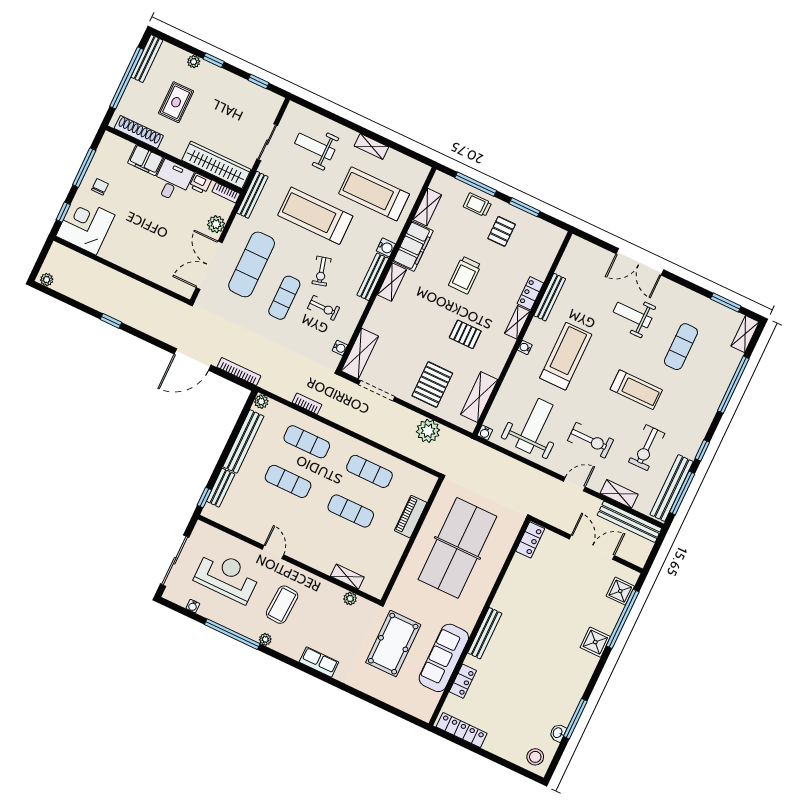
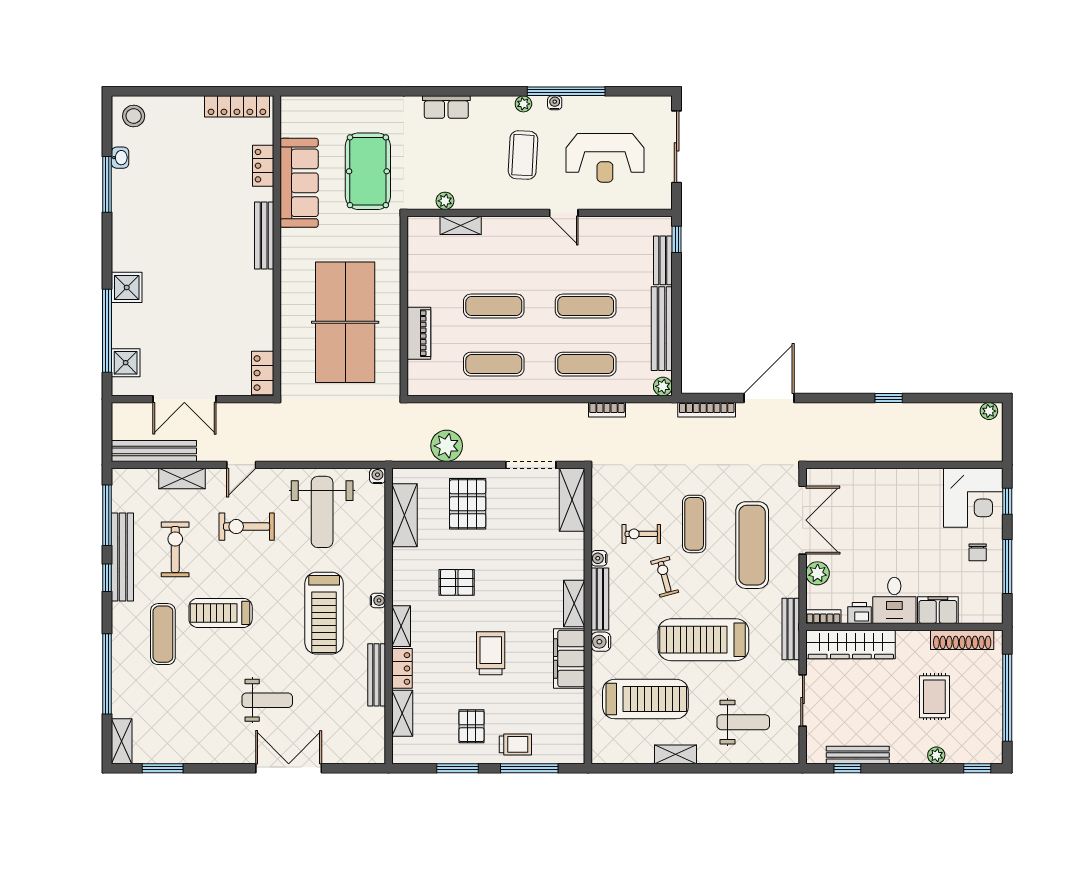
bench: (147, 59) -> (858, 755), moved, turned 90
window: (214, 60) -> (977, 768), moved
shelving: (427, 207) -> (402, 713), moved
treadmill: (315, 216) -> (703, 640), turned 180
exercise mat: (681, 347) -> (163, 634), moved
water cooler: (340, 348) -> (599, 558), moved
bench: (672, 488) -> (122, 557), moved
water cooler: (193, 606) -> (555, 103), moved

